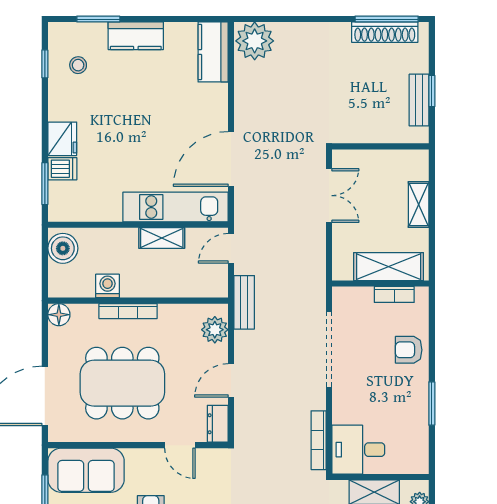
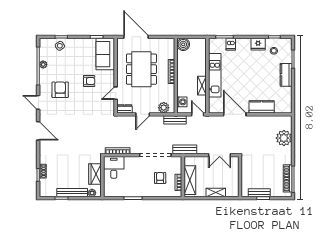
plant: (255, 41) -> (284, 138), moved
kitchen counter: (213, 52) -> (262, 107), moved
fridge: (62, 139) -> (258, 44), moved
kitchen unit: (175, 207) -> (215, 75), moved
boiler: (63, 248) -> (183, 44), moved
bench: (315, 279) -> (185, 149), added
washing machine: (108, 286) -> (182, 102), moved
floor lamp: (59, 315) -> (170, 43), removed
armchair: (409, 350) -> (160, 178), moved
door: (231, 380) -> (143, 114), swing flipped

